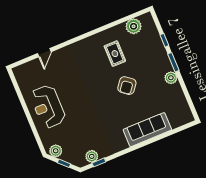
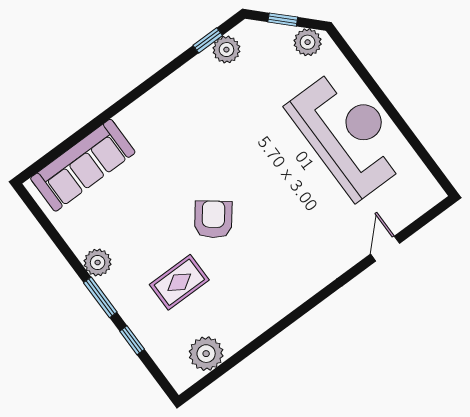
rug: (115, 54) -> (179, 282), moved, turned 90
armchair: (127, 86) -> (213, 219), moved
reception desk: (48, 107) -> (348, 134), width x1.36, depth x1.30
sofa: (147, 130) -> (83, 165), moved

